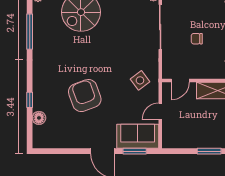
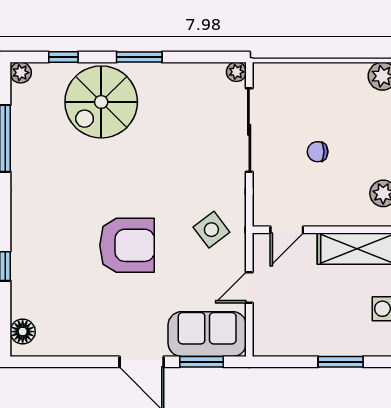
armchair: (85, 96) -> (127, 245), moved, turned 110
floor lamp: (39, 118) -> (23, 332), moved

